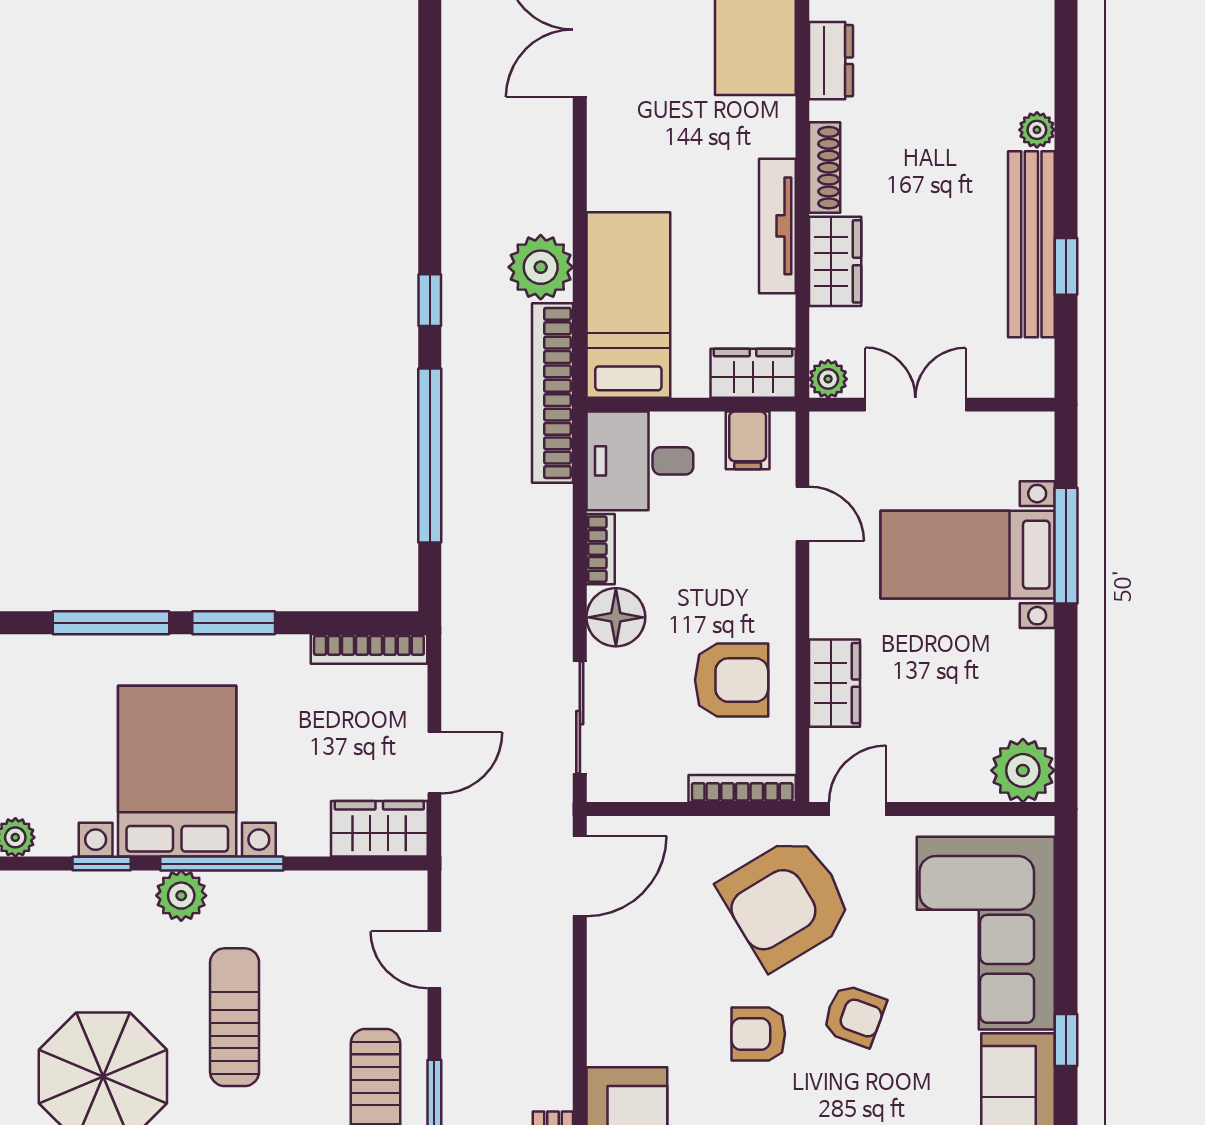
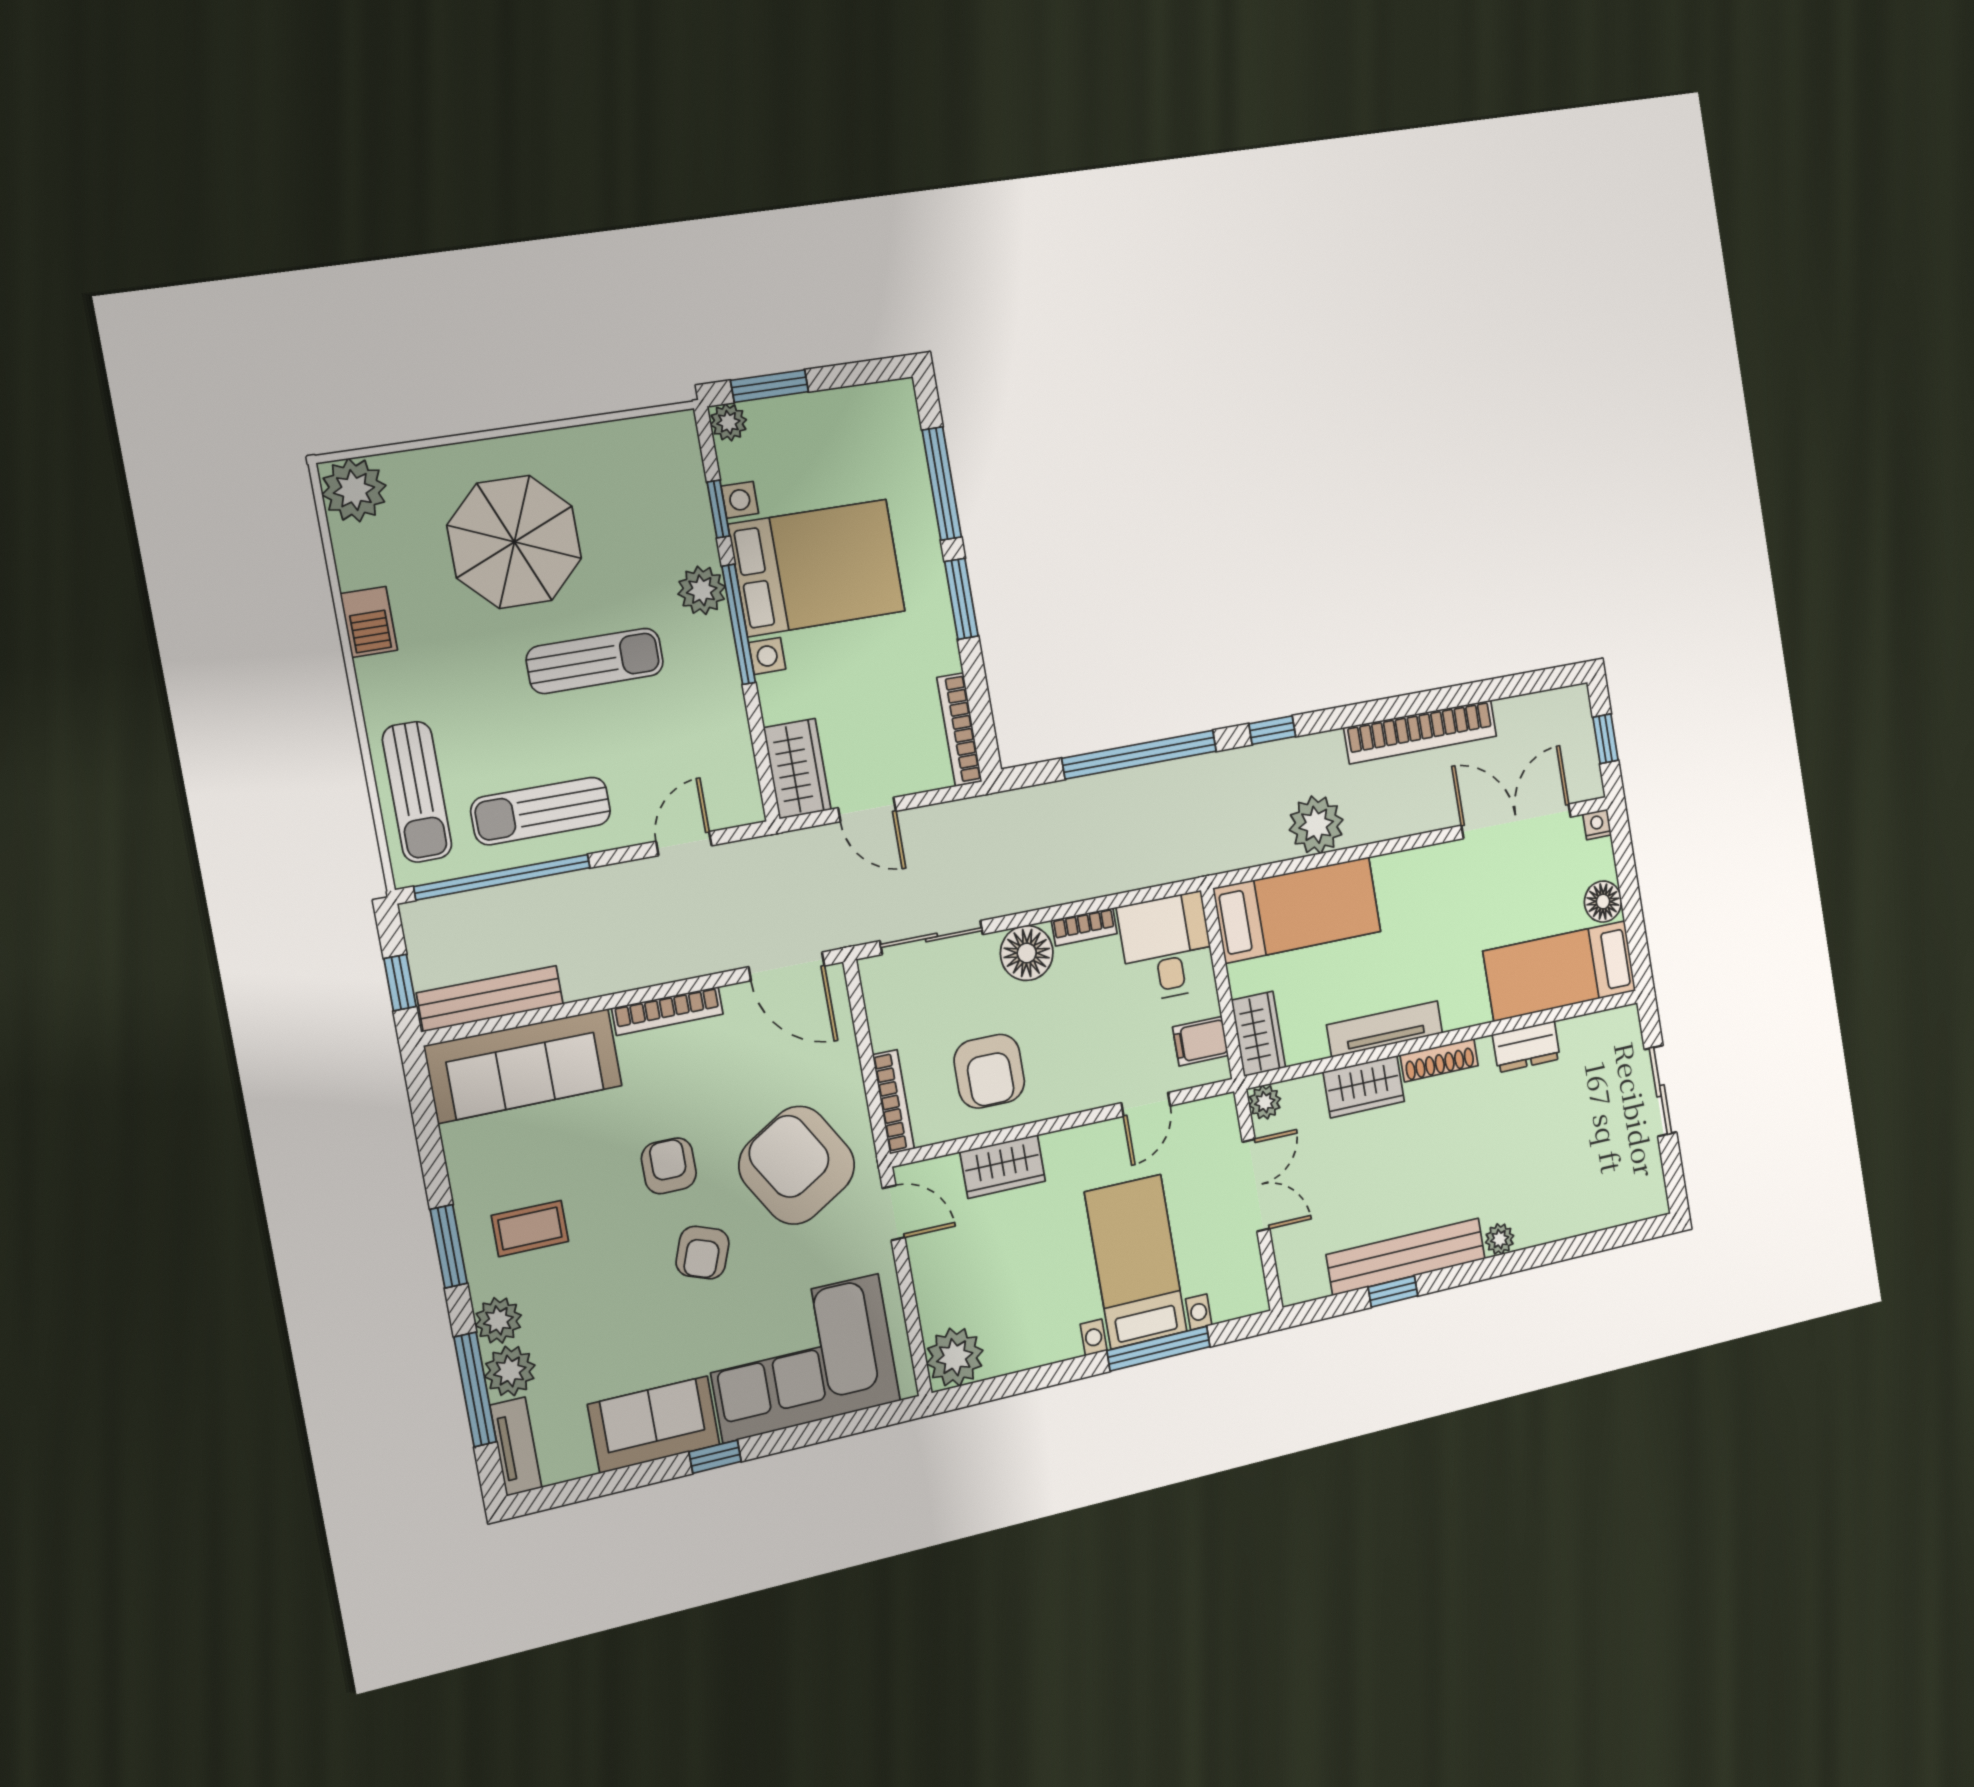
bookcase: (553, 393) -> (1420, 732), moved, turned 180
bookcase: (601, 1007) -> (668, 1011), added

